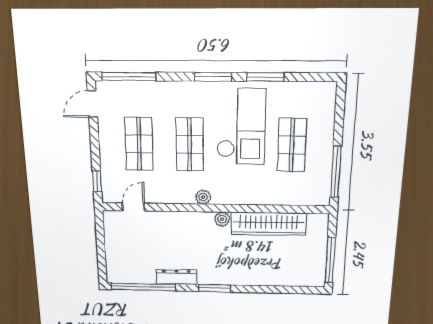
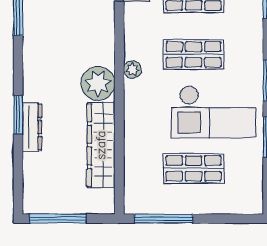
plant: (222, 219) -> (98, 83), width x1.88, depth x1.88
dresser: (176, 277) -> (32, 127), moved
window: (215, 288) -> (18, 115), moved

